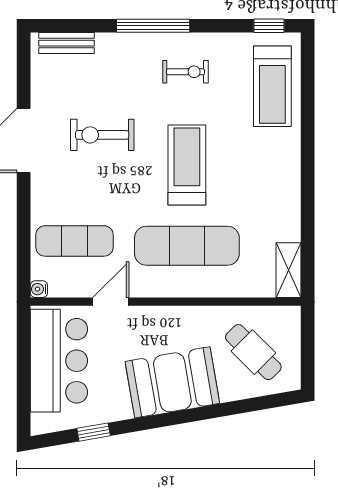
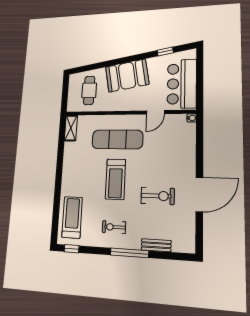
bench: (67, 43) -> (156, 245), moved
exercise mat: (74, 241) -> (173, 142), removed
cafe table: (253, 352) -> (89, 90), turned 45

